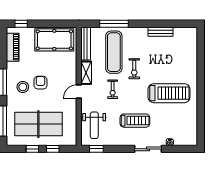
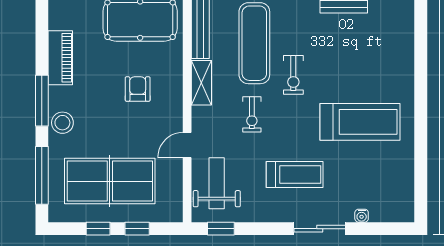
piano: (13, 47) -> (60, 58), moved
armchair: (40, 83) -> (138, 89), moved
stool: (23, 87) -> (62, 123), moved
door: (79, 91) -> (187, 145), moved
weight bench: (94, 125) -> (217, 183), turned 180

